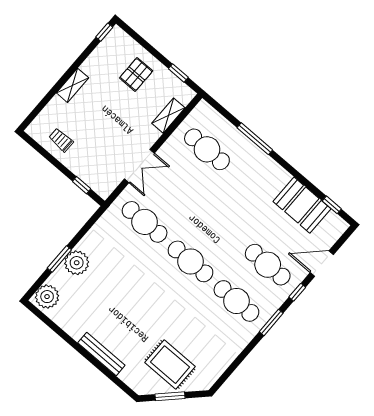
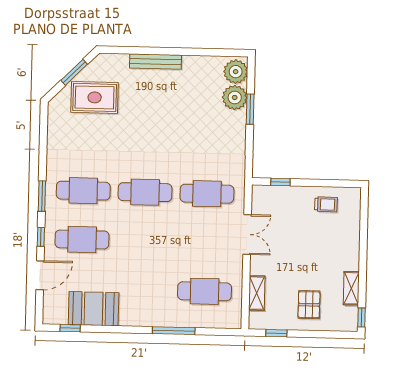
shelving: (73, 85) -> (351, 288), moved
double door: (139, 166) -> (247, 234), swing flipped
plant: (77, 263) -> (235, 98), moved

